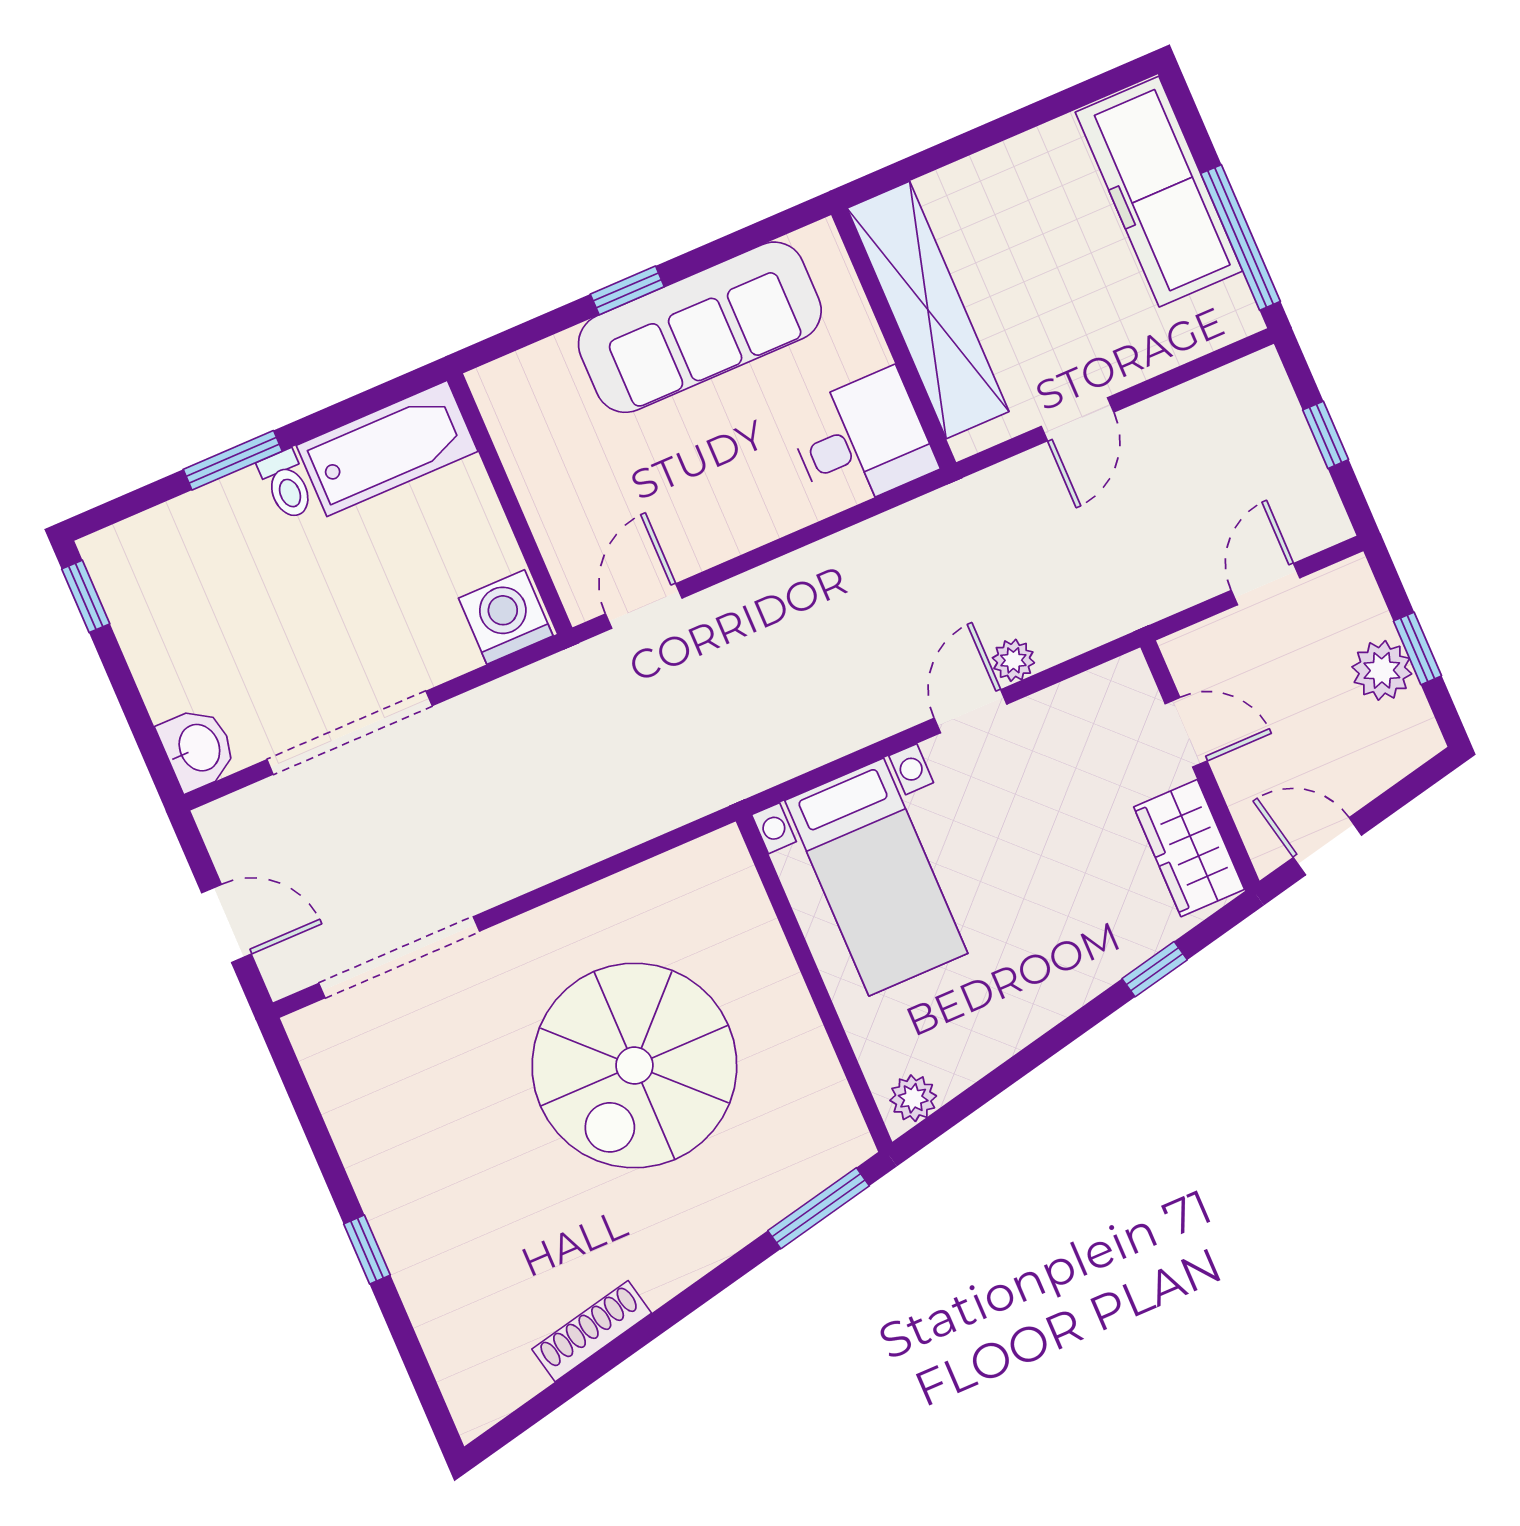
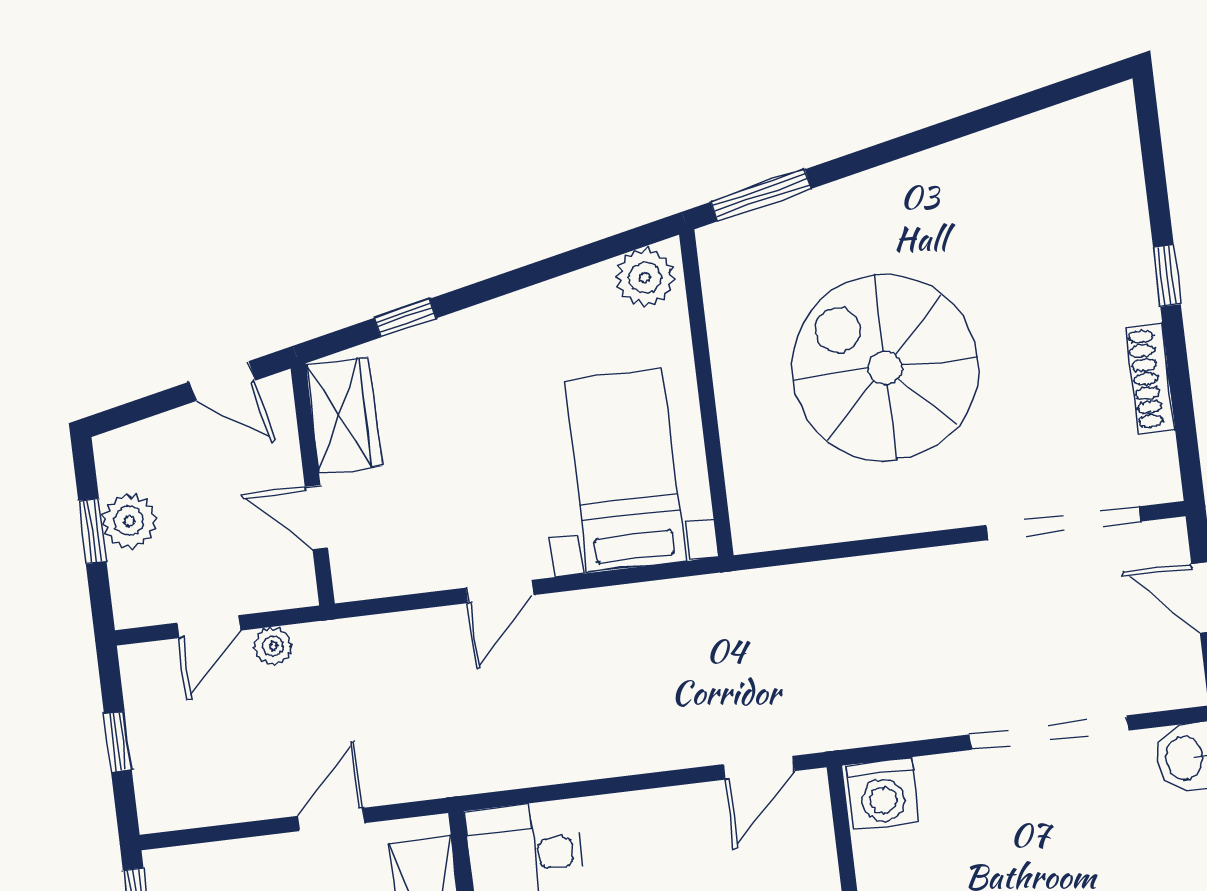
plant: (1013, 660) -> (273, 646), moved
spiral stairs: (634, 1066) -> (885, 368), turned -90
plant: (913, 1098) -> (645, 278), width x1.38, depth x1.38
shoe rack: (592, 1331) -> (1150, 378), moved, turned 102

